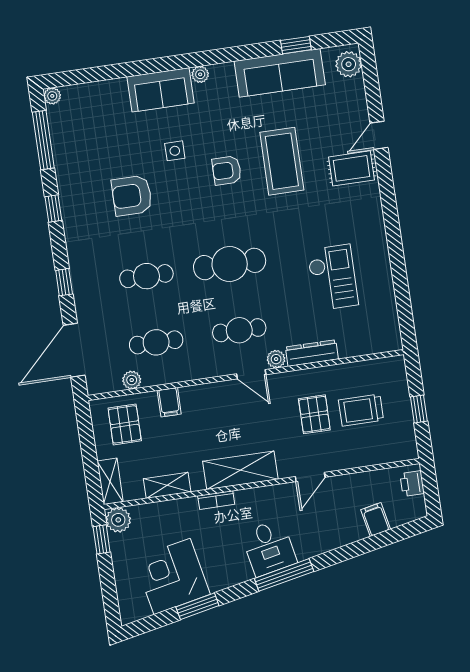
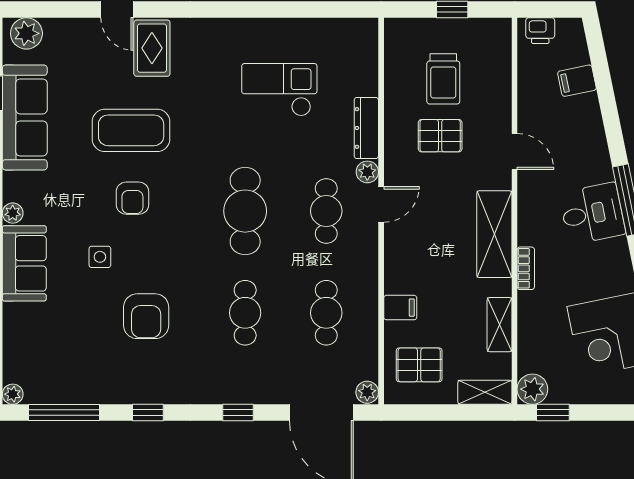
plant: (132, 380) -> (367, 392), moved

